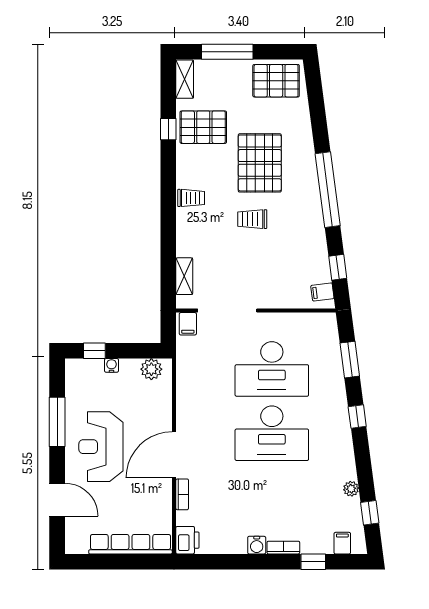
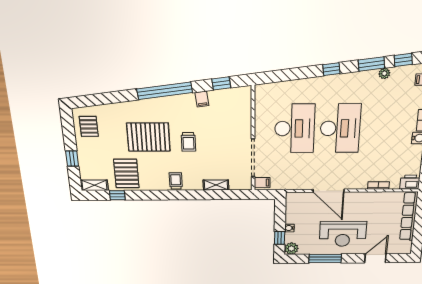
window: (227, 52) -> (72, 159), width x0.46
pallet: (276, 81) -> (89, 126), width x0.67, depth x0.71
window: (168, 129) -> (117, 195), moved
shelving: (184, 276) -> (216, 185), moved
filing cabinet: (322, 292) -> (202, 99), moved
window: (350, 360) -> (371, 64), moved
plant: (151, 369) -> (291, 249), moved
door: (174, 455) -> (329, 191), moved

